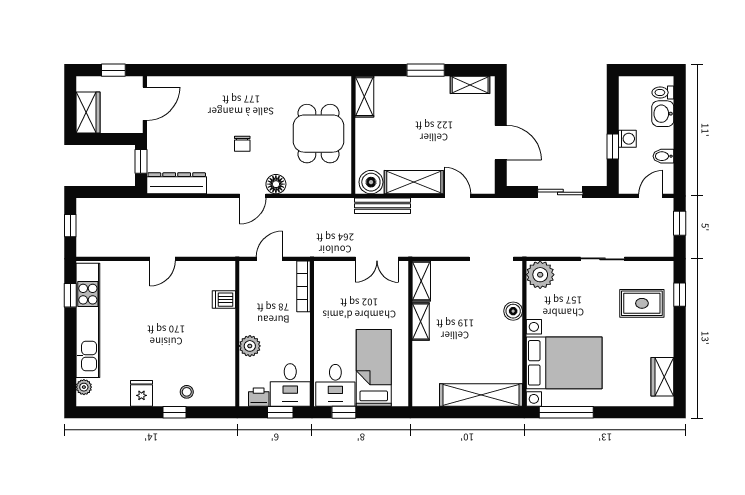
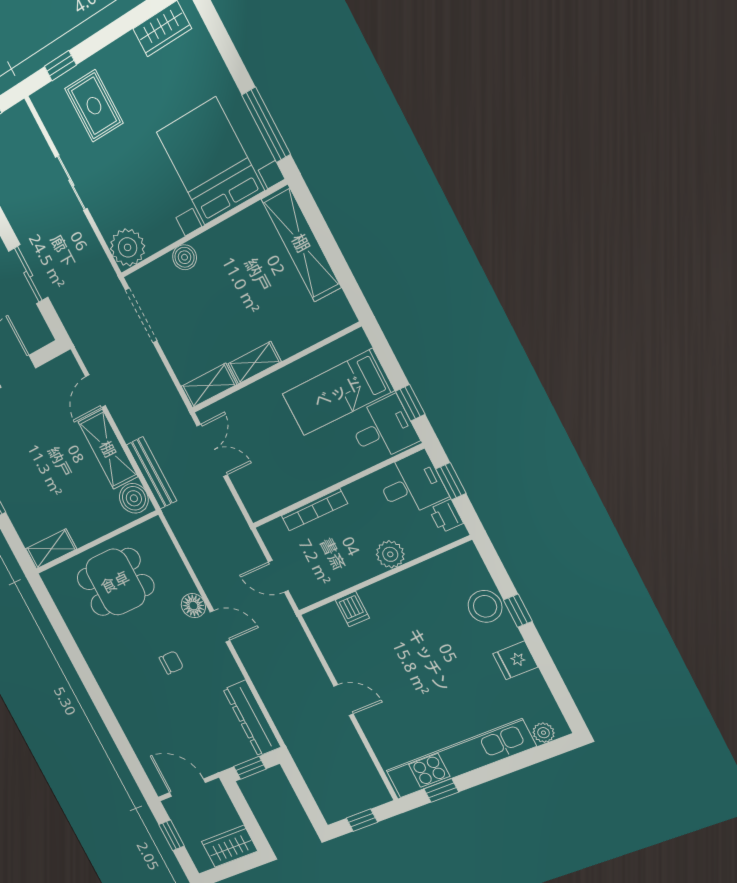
bookcase: (303, 286) -> (314, 510), moved
stool: (187, 392) -> (485, 606), width x1.89, depth x1.89

